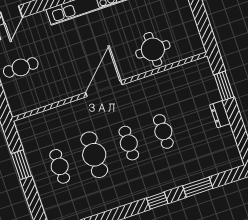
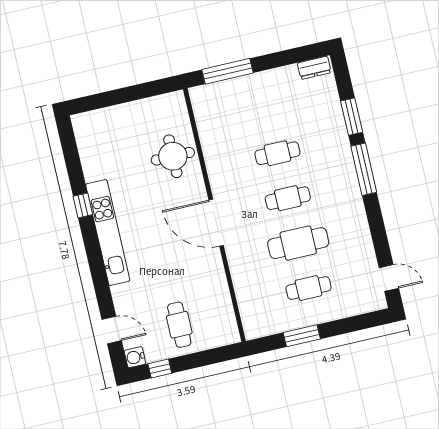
window: (224, 86) -> (228, 71), width x1.44
dresser: (220, 114) -> (314, 68), moved
window: (157, 201) -> (364, 169), width x2.17

